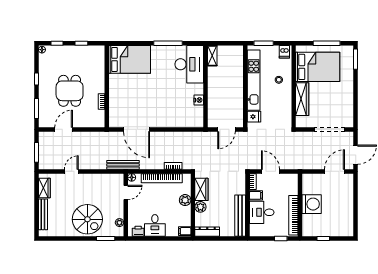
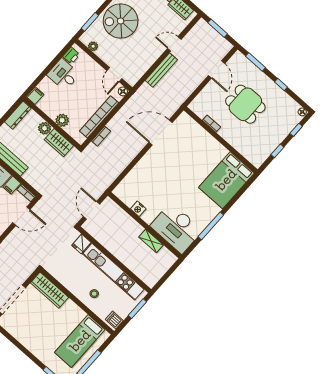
shelving: (212, 56) -> (151, 241), moved
bed: (318, 67) -> (80, 341), width x0.67
wardrobe: (302, 99) -> (50, 290), moved
bench: (123, 165) -> (161, 70), moved
door: (71, 171) -> (174, 44), swing flipped

